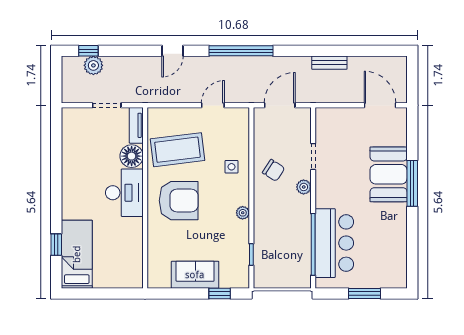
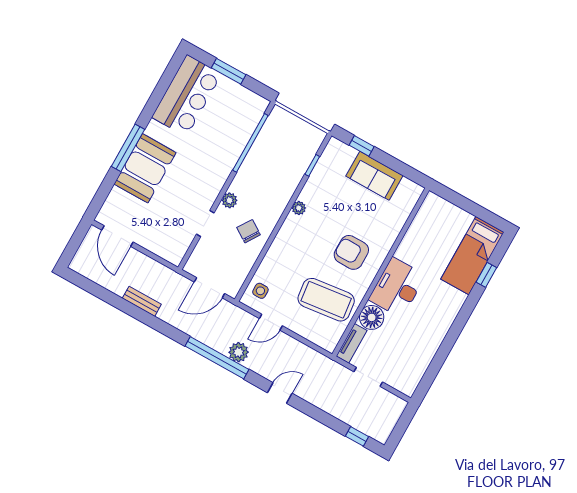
plant: (93, 65) -> (239, 352), moved
side table: (231, 167) -> (260, 291), moved
armchair: (179, 201) -> (351, 252), width x0.73, depth x0.73
bar counter: (334, 243) -> (187, 96), moved, turned 180

